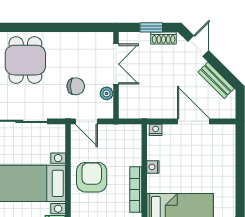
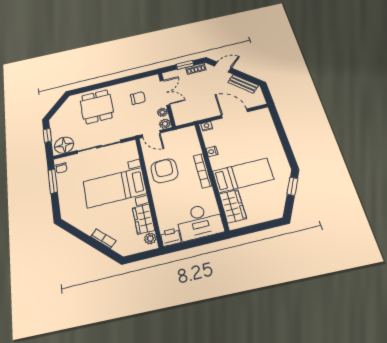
door: (198, 46) -> (223, 67), hinge flipped
chair: (76, 86) -> (138, 98), moved
plant: (106, 111) -> (165, 124), added

